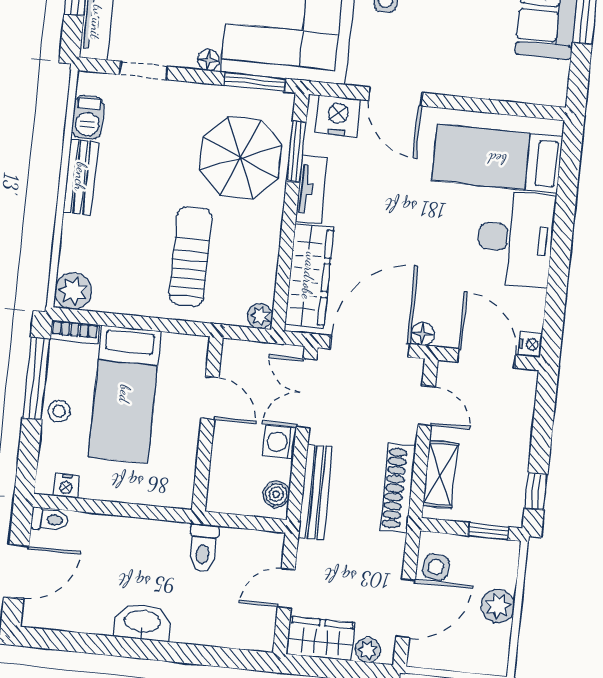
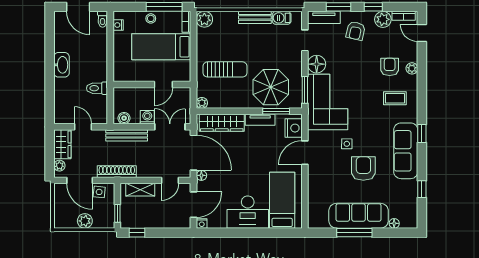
floor lamp: (208, 60) -> (317, 64), width x1.89, depth x1.89
shoe rack: (398, 488) -> (117, 172), moved

